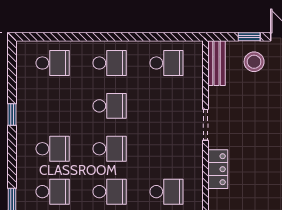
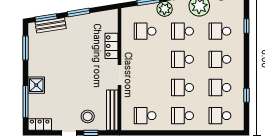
bench: (216, 63) -> (112, 110), width x1.36
school desk: (53, 106) -> (220, 87), added
window: (12, 115) -> (247, 95), moved

